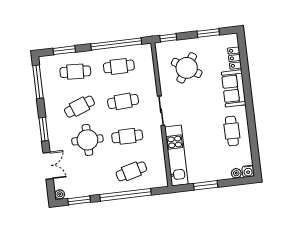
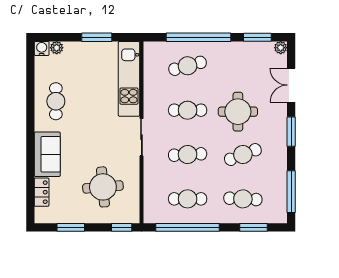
round table: (187, 68) -> (103, 187), turned -38

